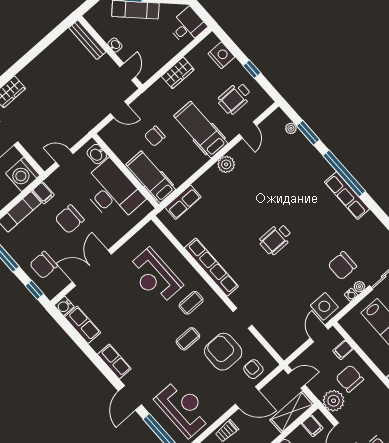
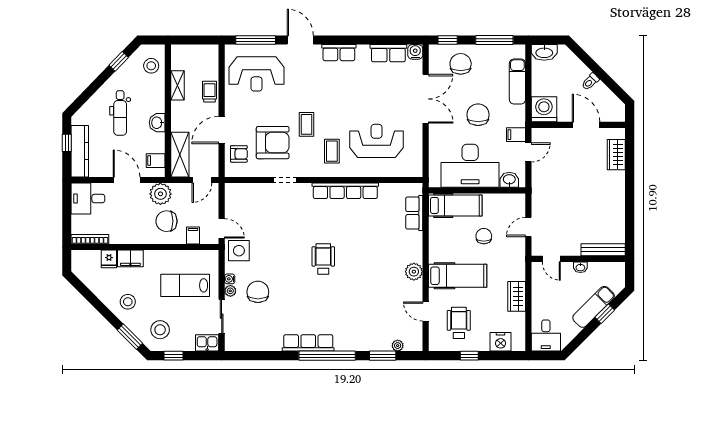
filing cabinet: (43, 193) -> (516, 135), moved
chair: (350, 379) -> (167, 221), turned 180

